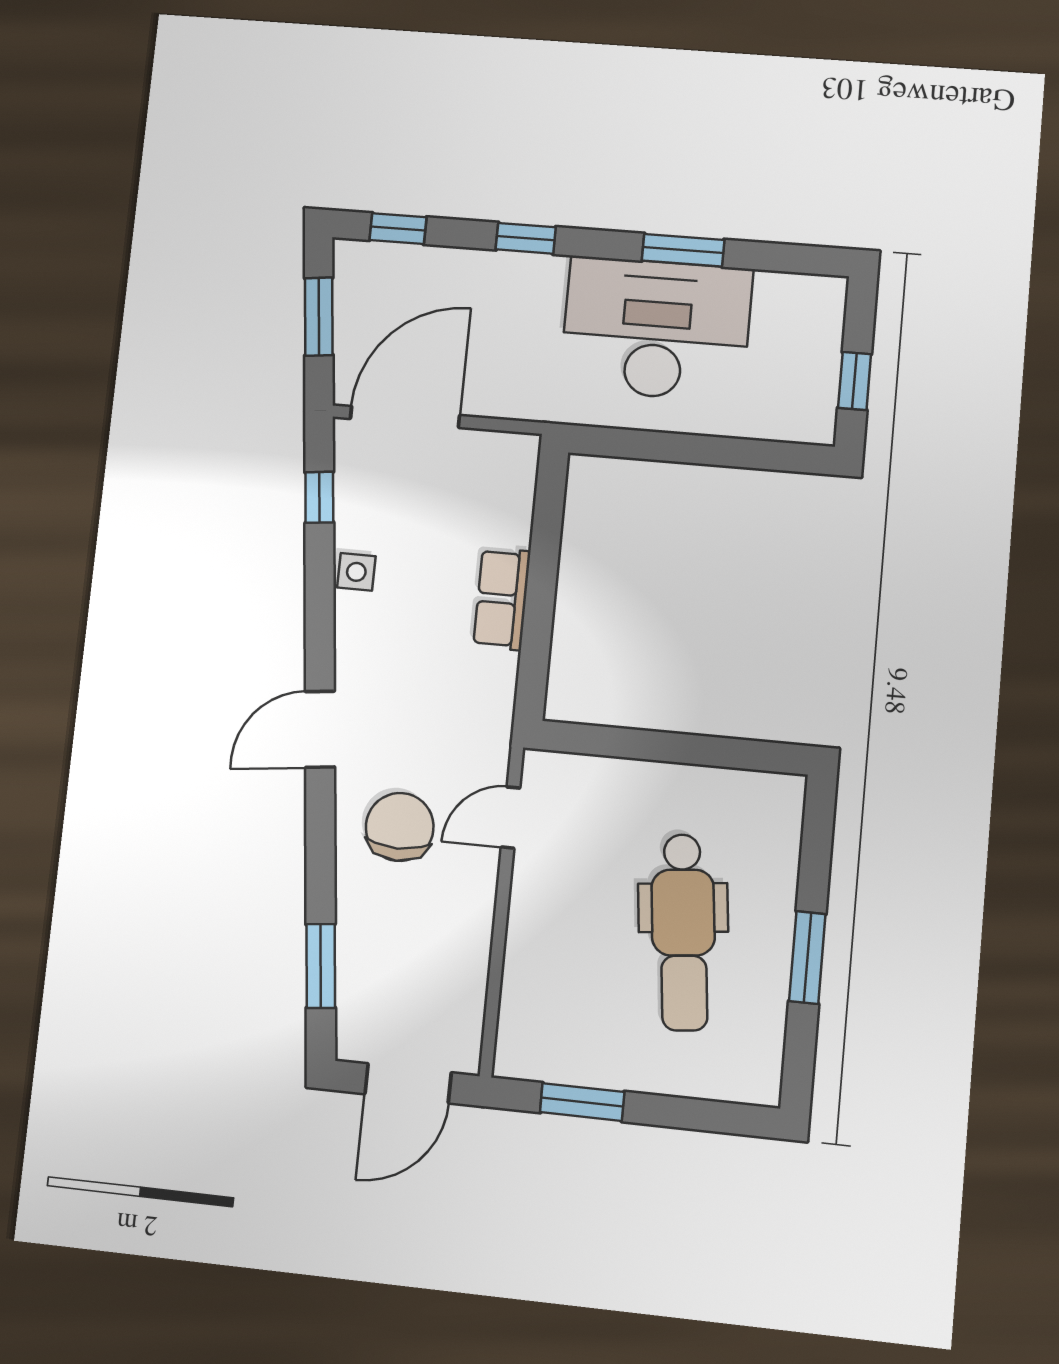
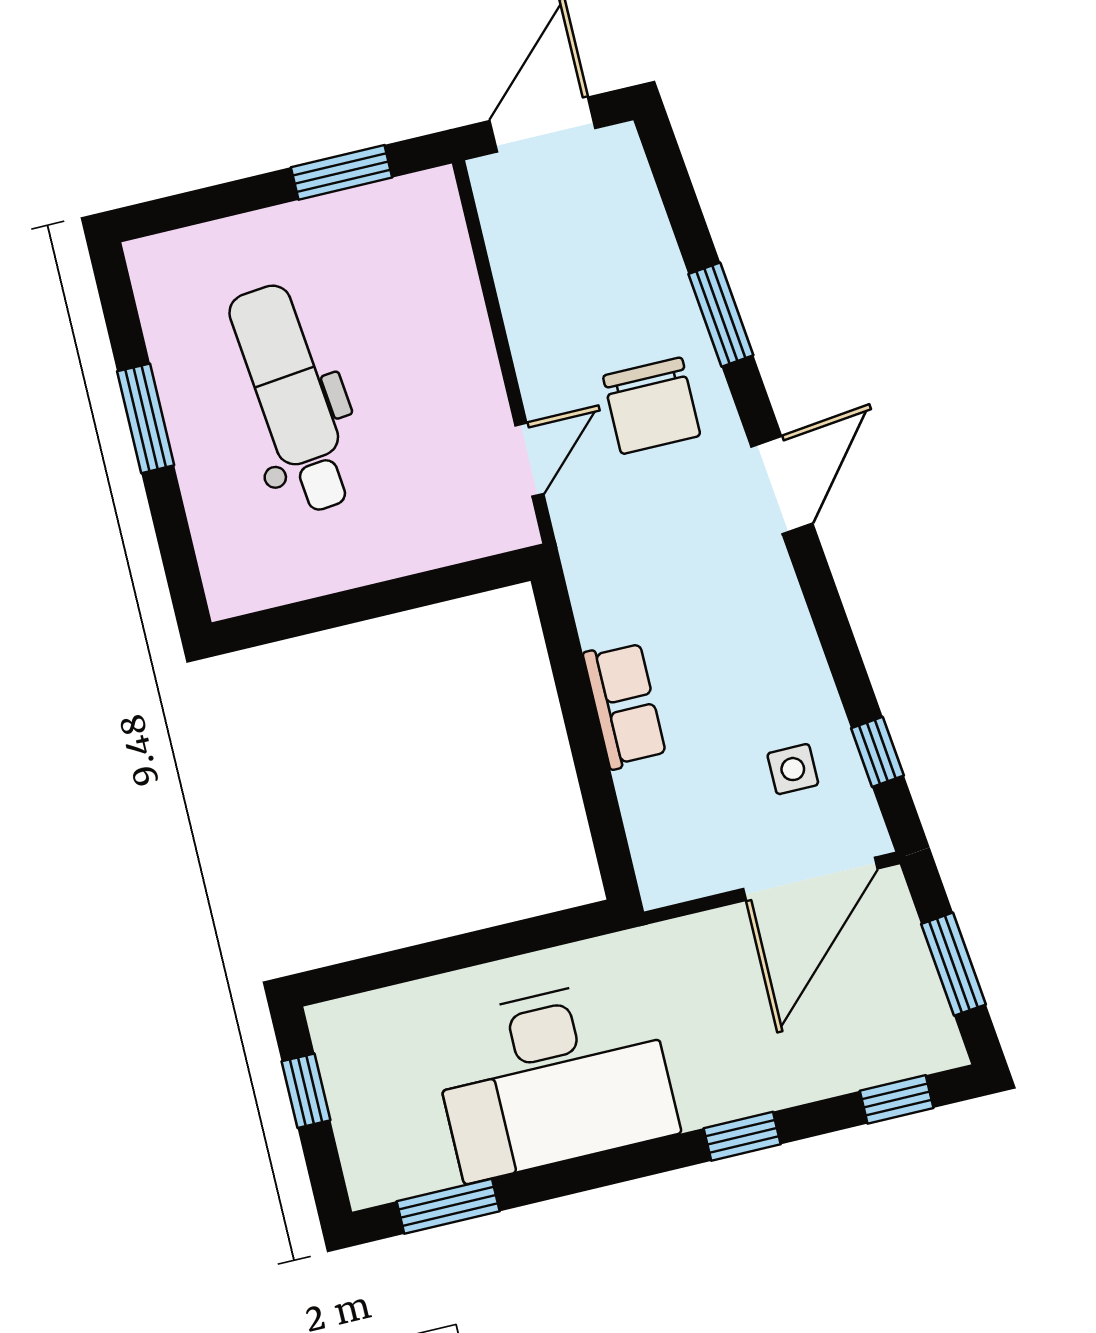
window: (683, 250) -> (448, 1206), moved
side table: (356, 572) -> (793, 769), moved
window: (321, 966) -> (721, 315), moved

